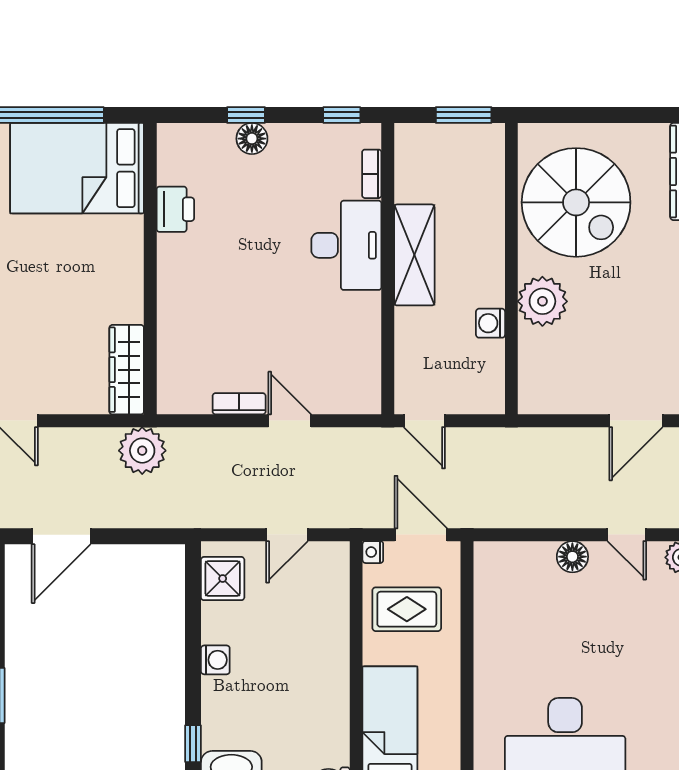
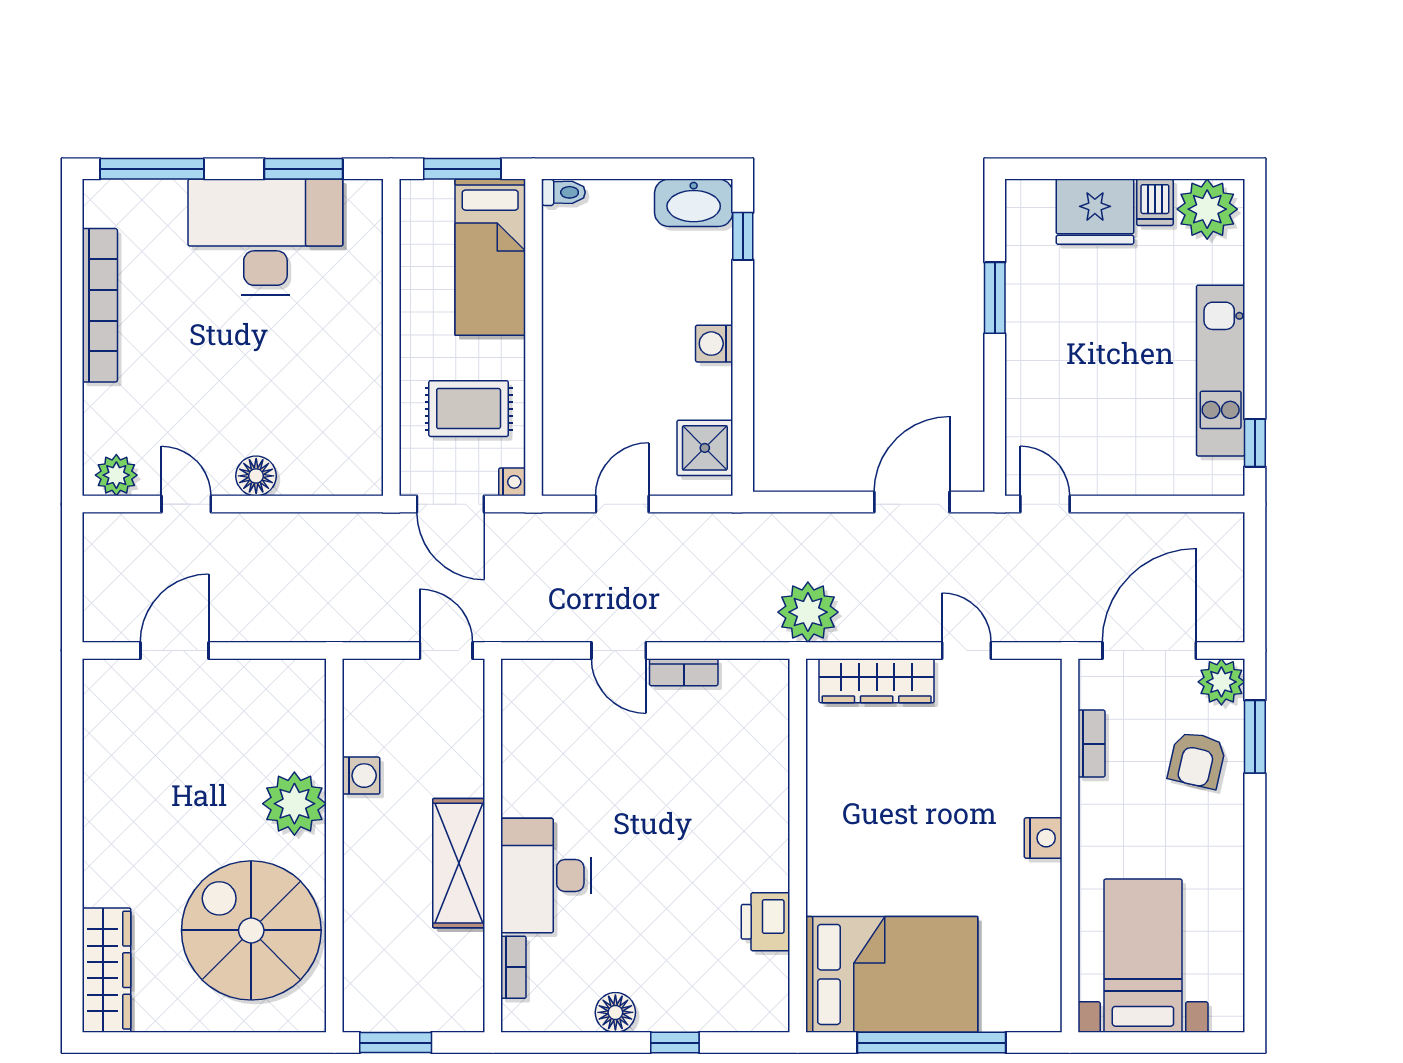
window: (342, 115) -> (552, 1043), removed
floor lamp: (252, 139) -> (615, 1012), moved
wardrobe: (127, 370) -> (877, 681), moved, turned 90

